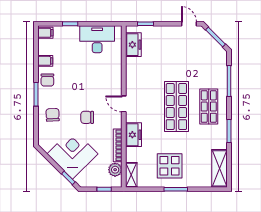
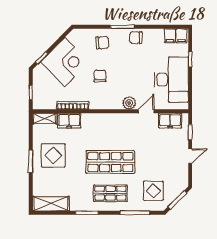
door: (189, 24) -> (190, 156), moved
desk: (97, 39) -> (171, 80), width x1.36, depth x1.30
filing cabinet: (45, 61) -> (170, 36), moved
display table: (206, 62) -> (153, 191), added
door: (124, 104) -> (146, 111), moved
freezer: (133, 135) -> (69, 121), moved
plant: (115, 170) -> (129, 103), moved

